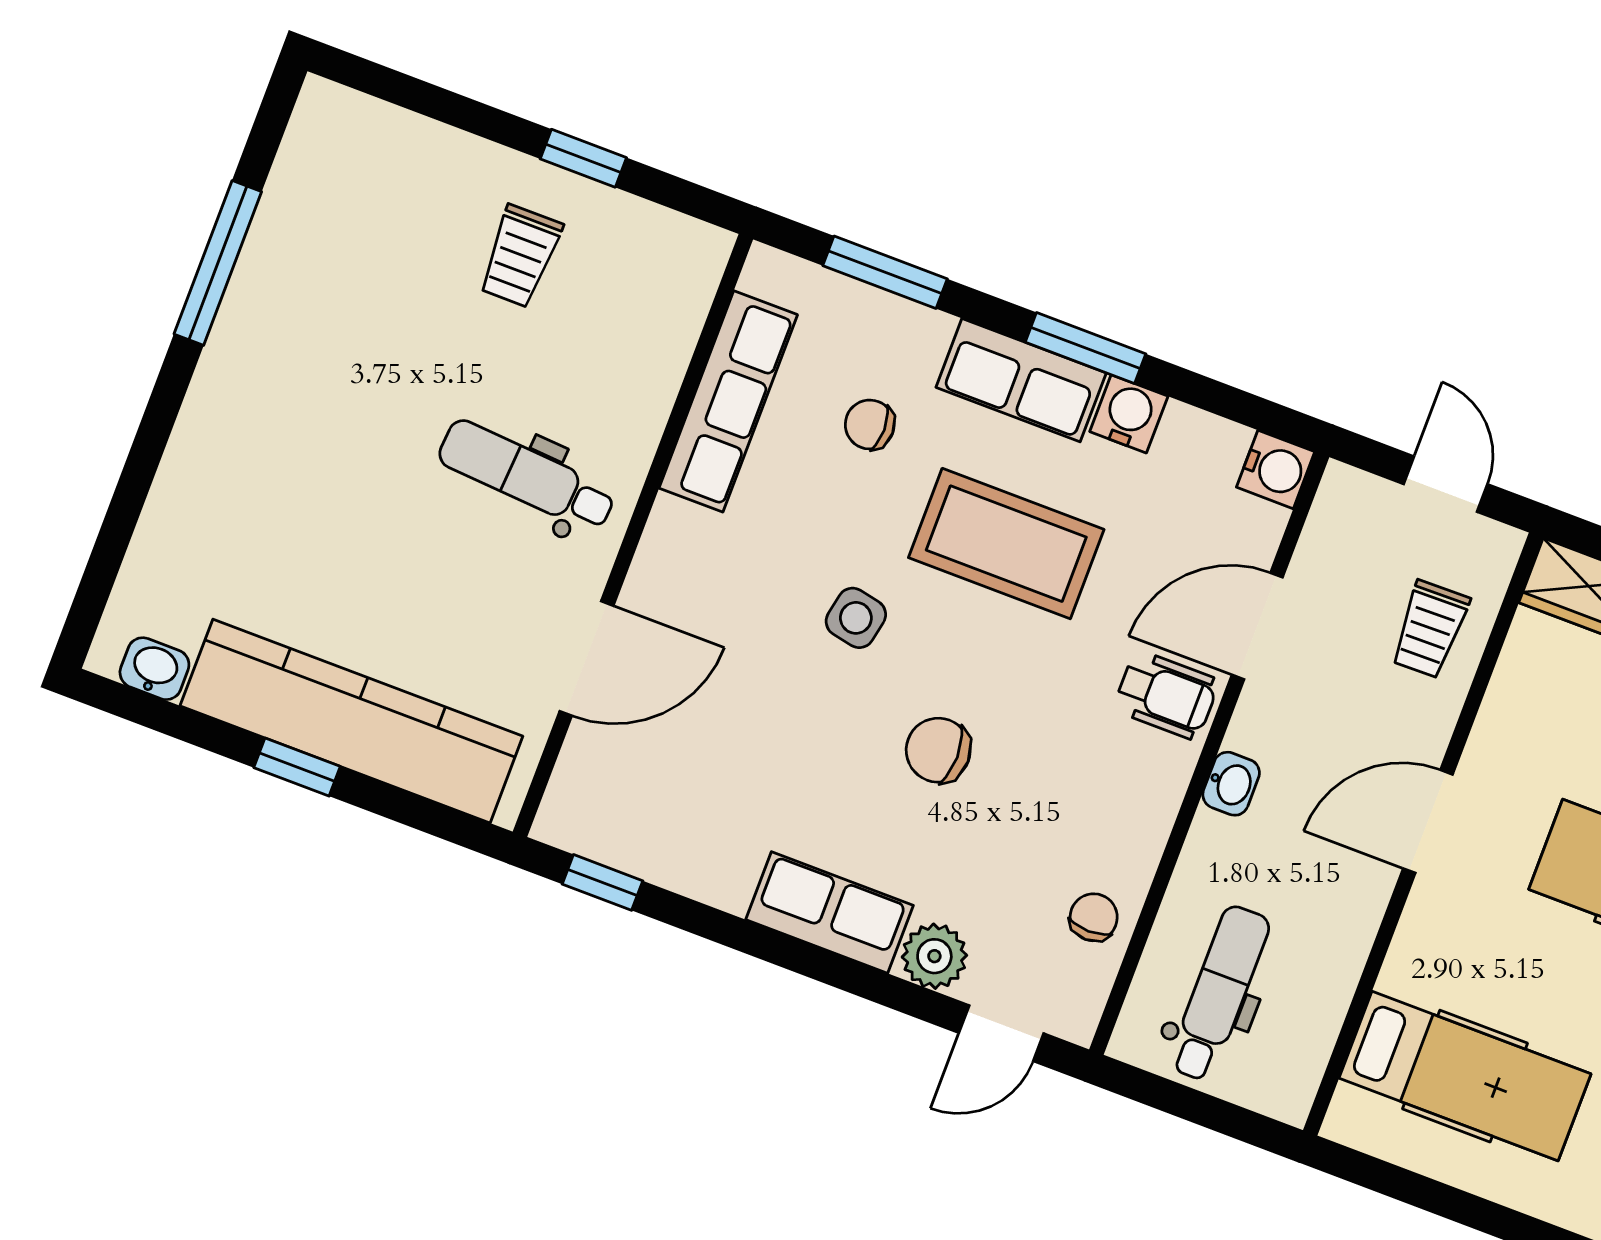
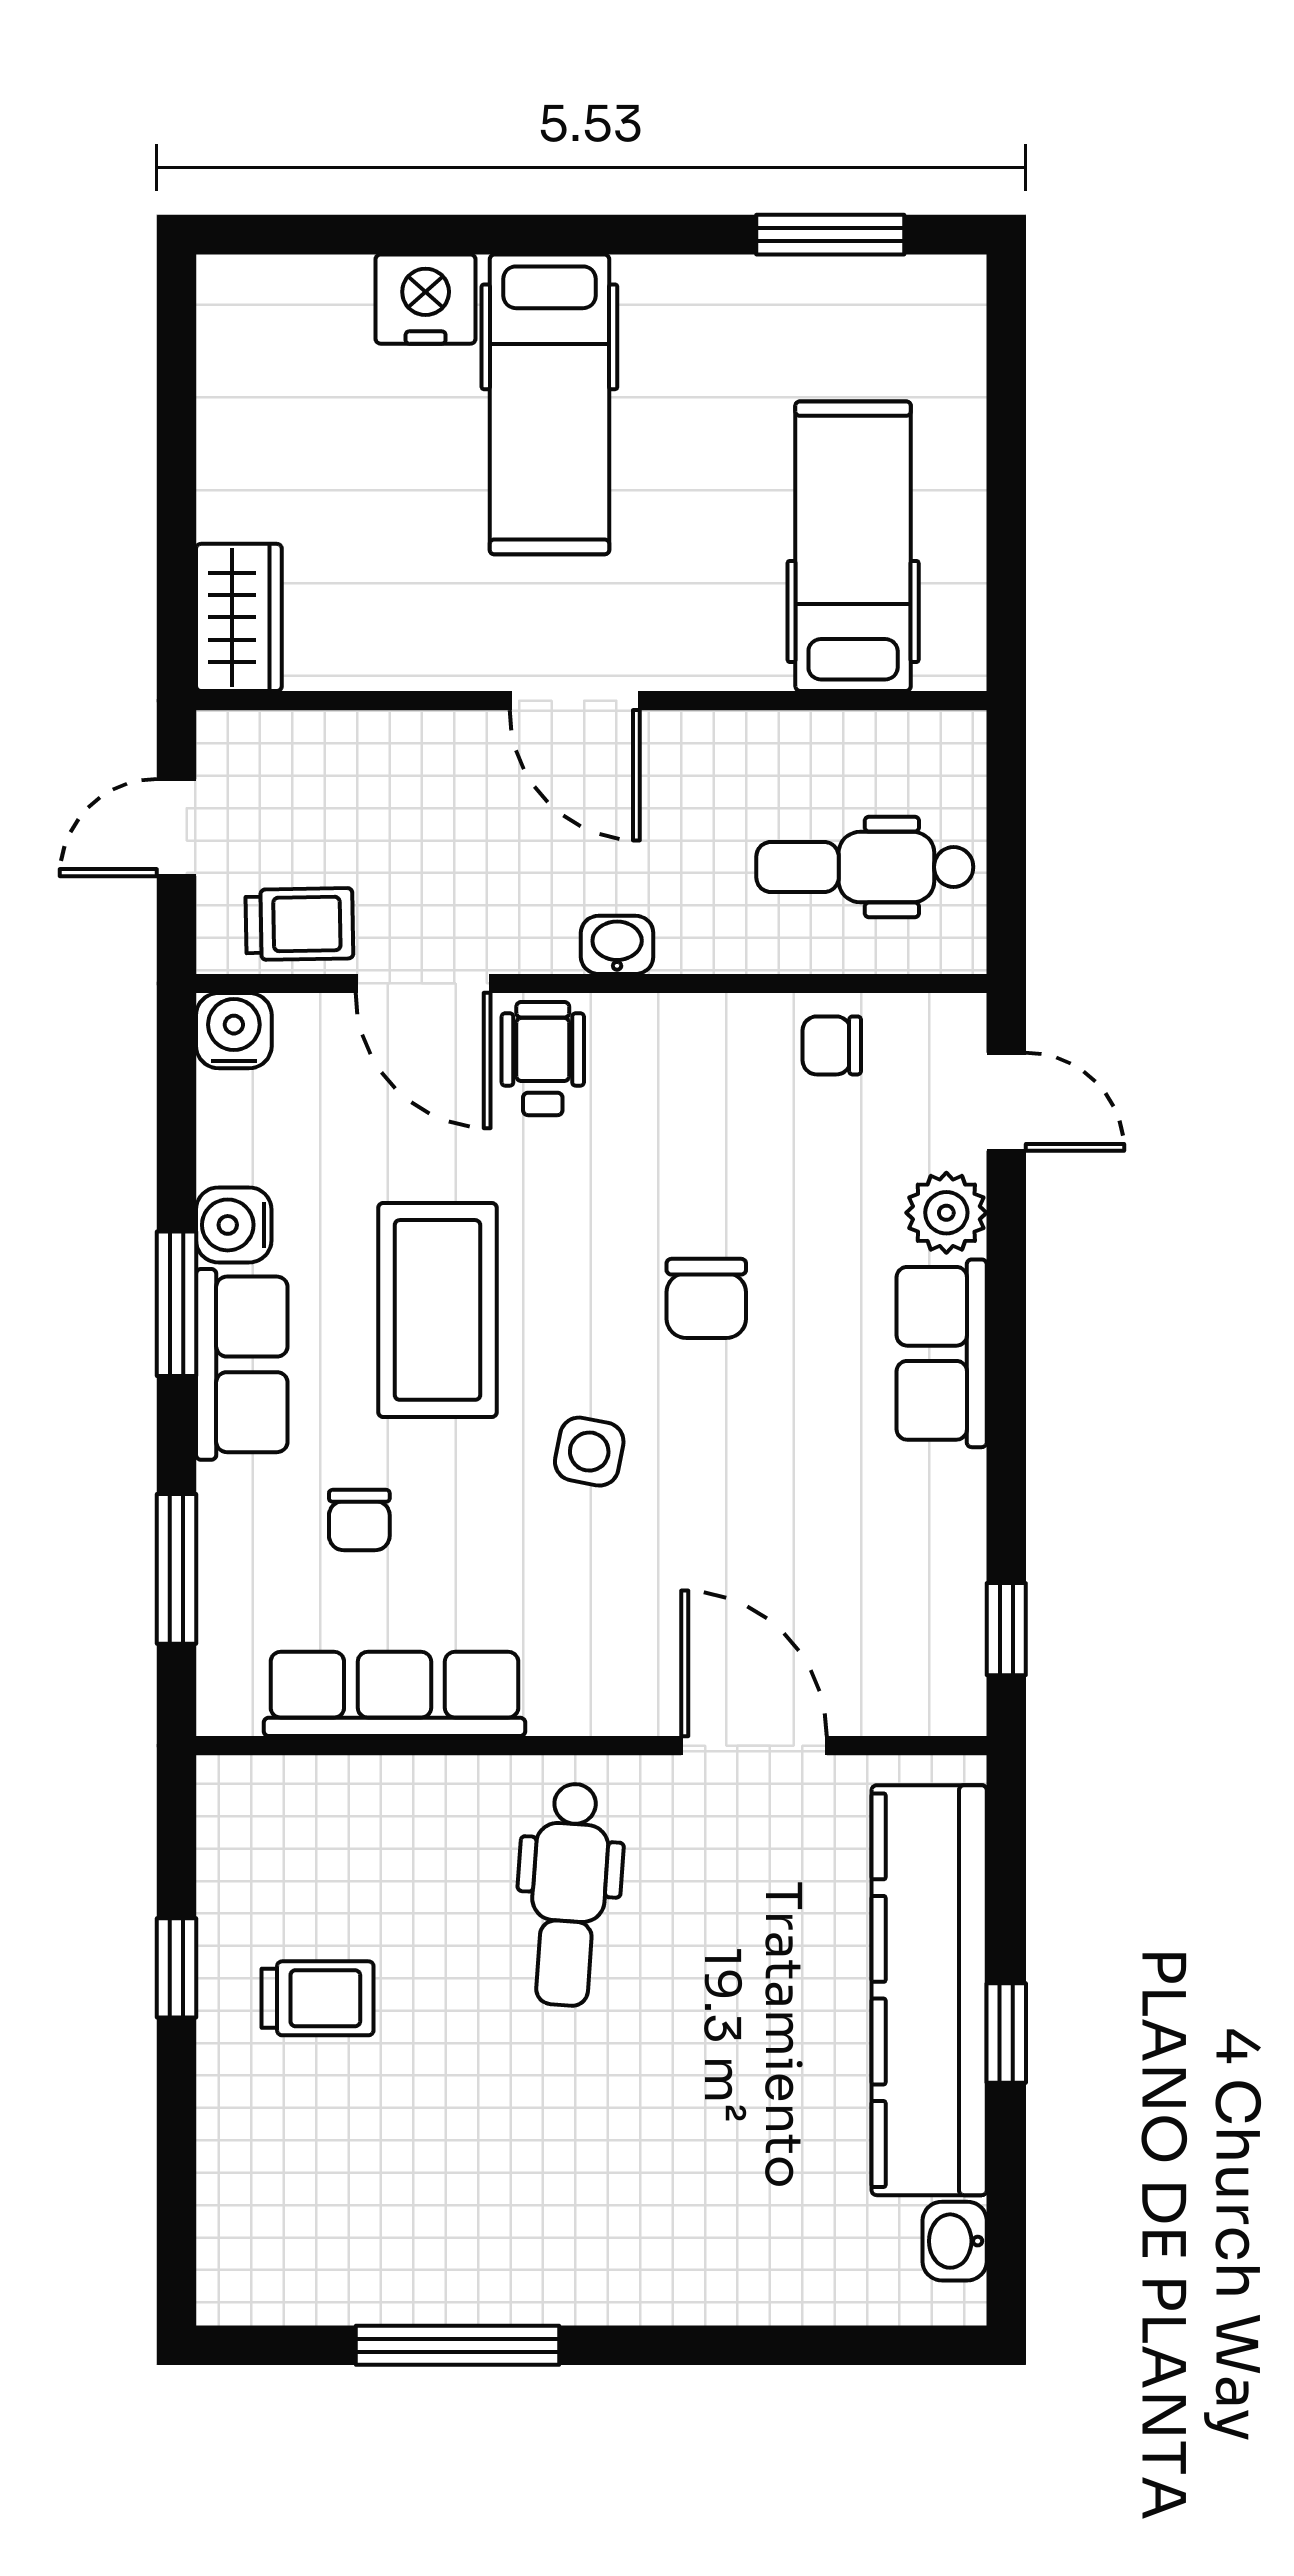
trolley: (1430, 629) -> (299, 924), moved

